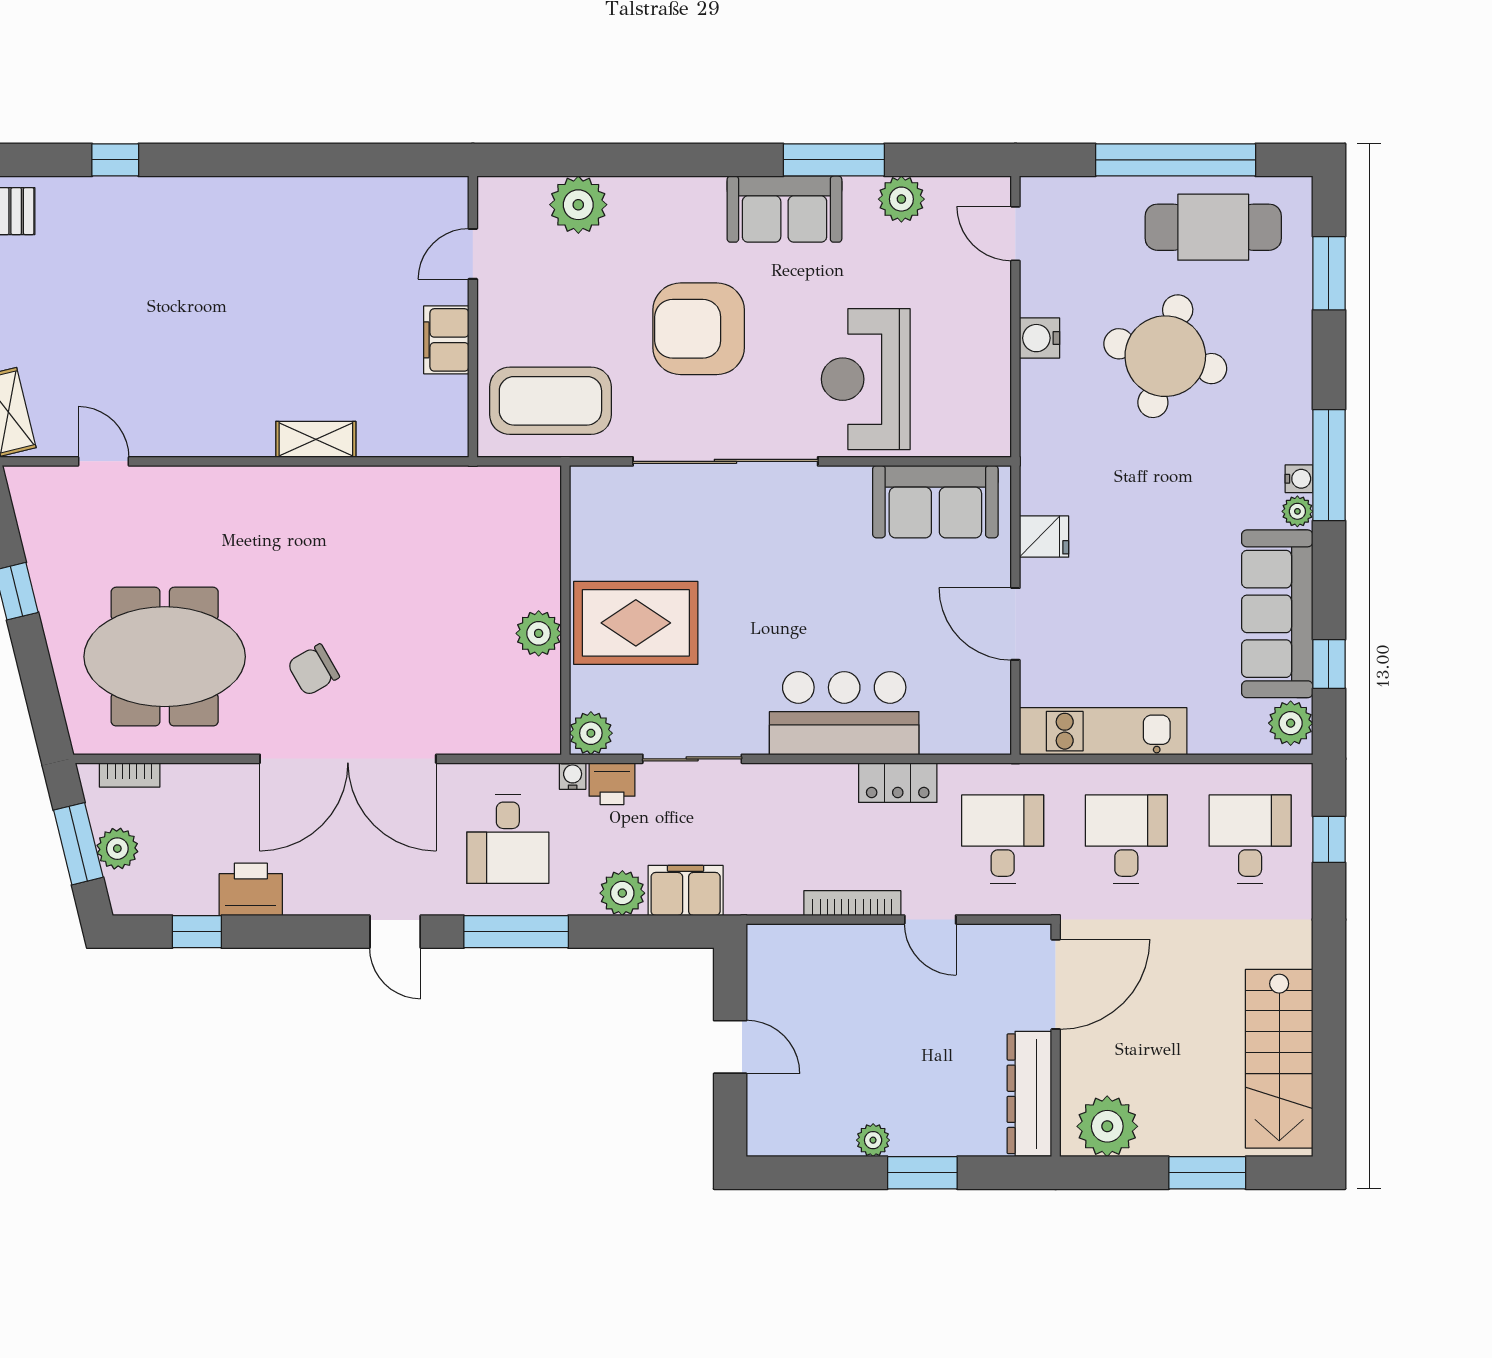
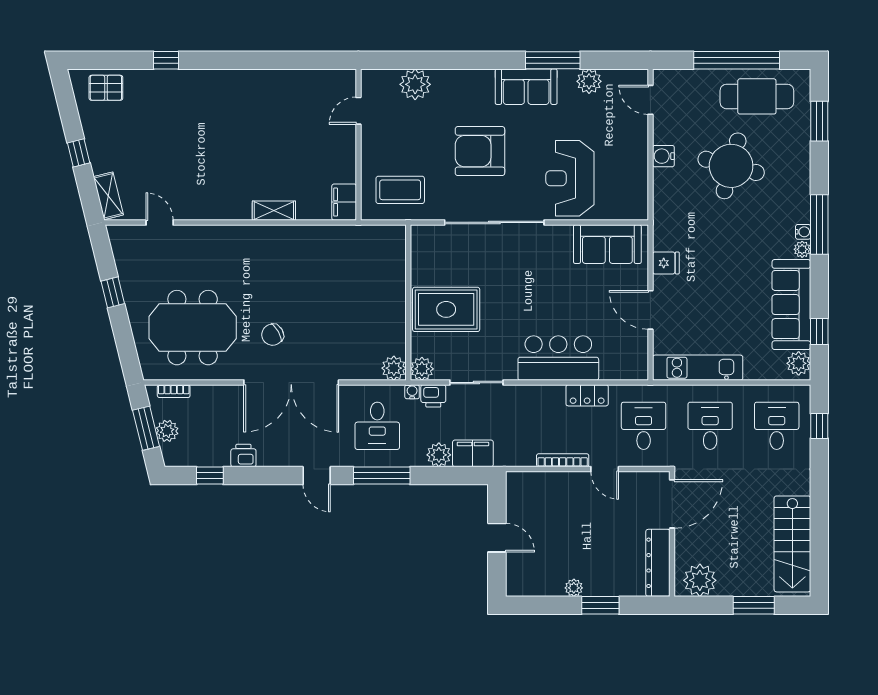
filing cabinet: (446, 340) -> (344, 202), moved
coffee table: (550, 401) -> (400, 190), width x0.73, depth x0.76
plant: (539, 633) -> (394, 368), moved
printer: (251, 889) -> (243, 456), width x0.73, depth x0.81

